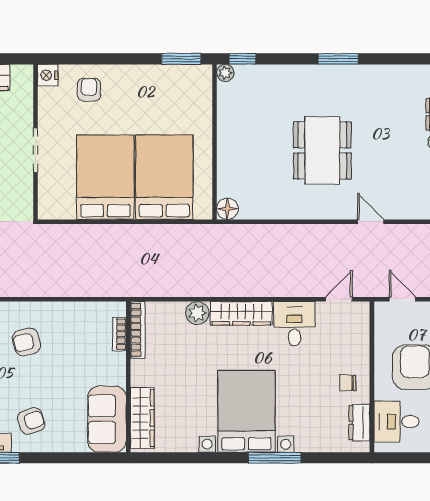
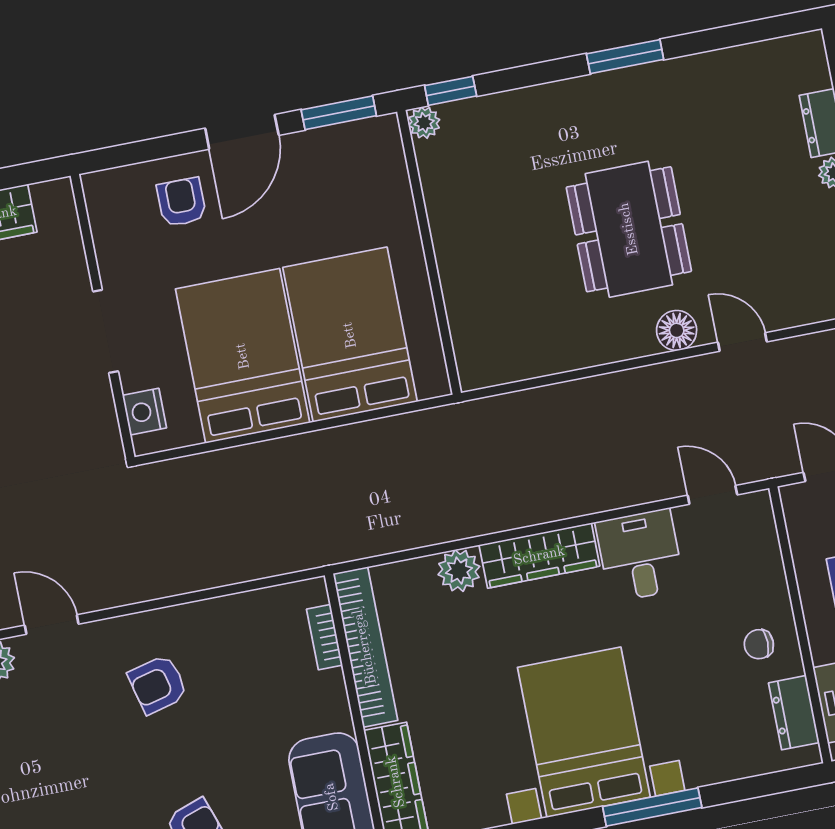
door: (128, 59) -> (242, 132), added
nightstand: (48, 75) -> (144, 412), moved
floor lamp: (227, 209) -> (677, 330), moved
door: (339, 299) -> (712, 495), hinge flipped
bookcase: (138, 330) -> (365, 647), width x1.48, depth x1.31

